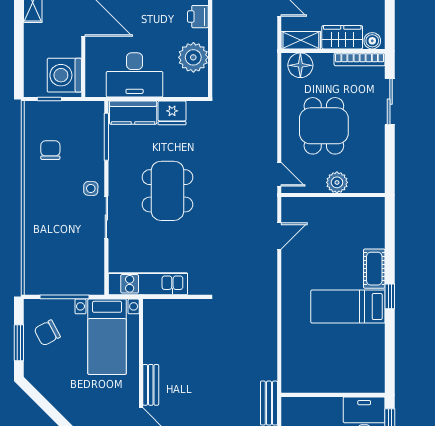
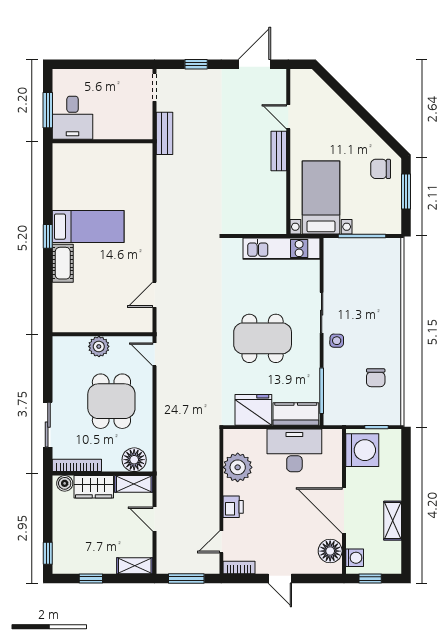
fridge: (172, 113) -> (253, 410), width x1.36, depth x1.34
dining table: (167, 191) -> (263, 338), turned 90
chair: (47, 333) -> (381, 169), moved, turned -152

